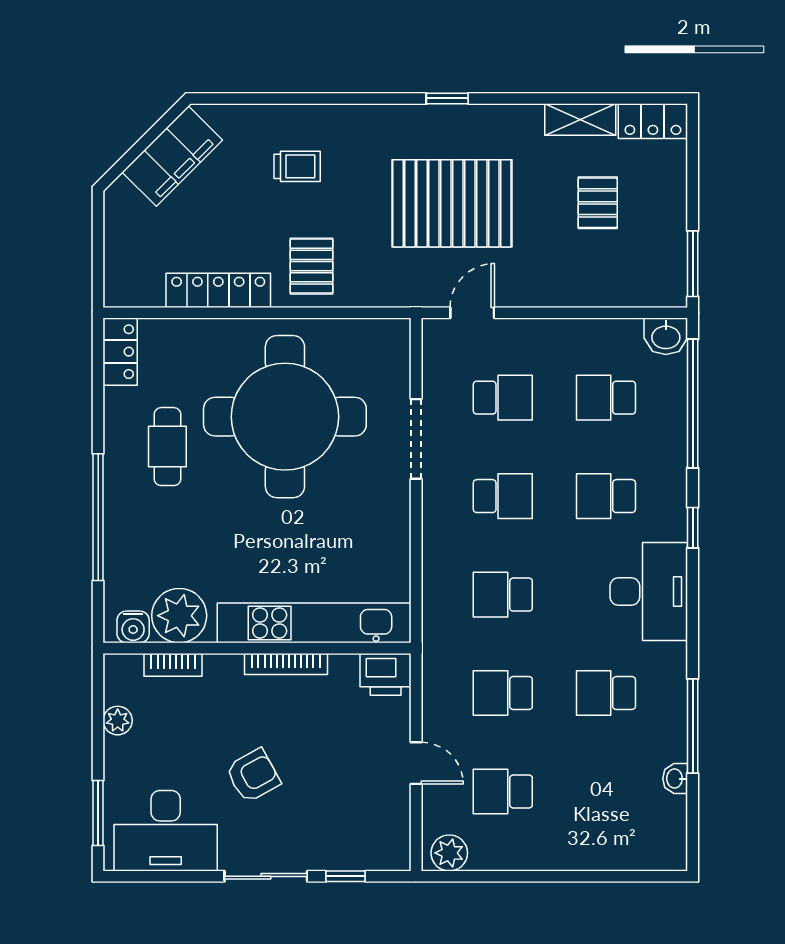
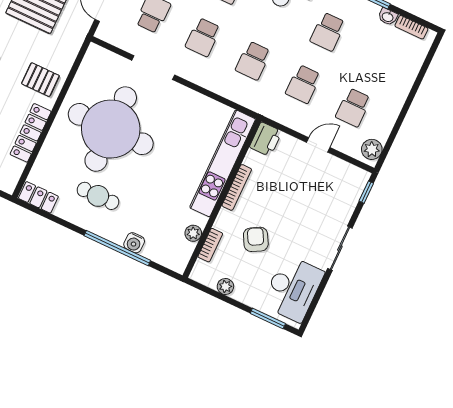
school desk: (503, 496) -> (203, 37), turned 180
plant: (179, 616) -> (193, 233), width x0.53, depth x0.53
water cooler: (133, 627) -> (134, 243), moved, turned 90
armchair: (253, 776) -> (256, 239), moved
bookcase: (676, 825) -> (411, 27), added
window: (345, 876) -> (366, 192), moved

